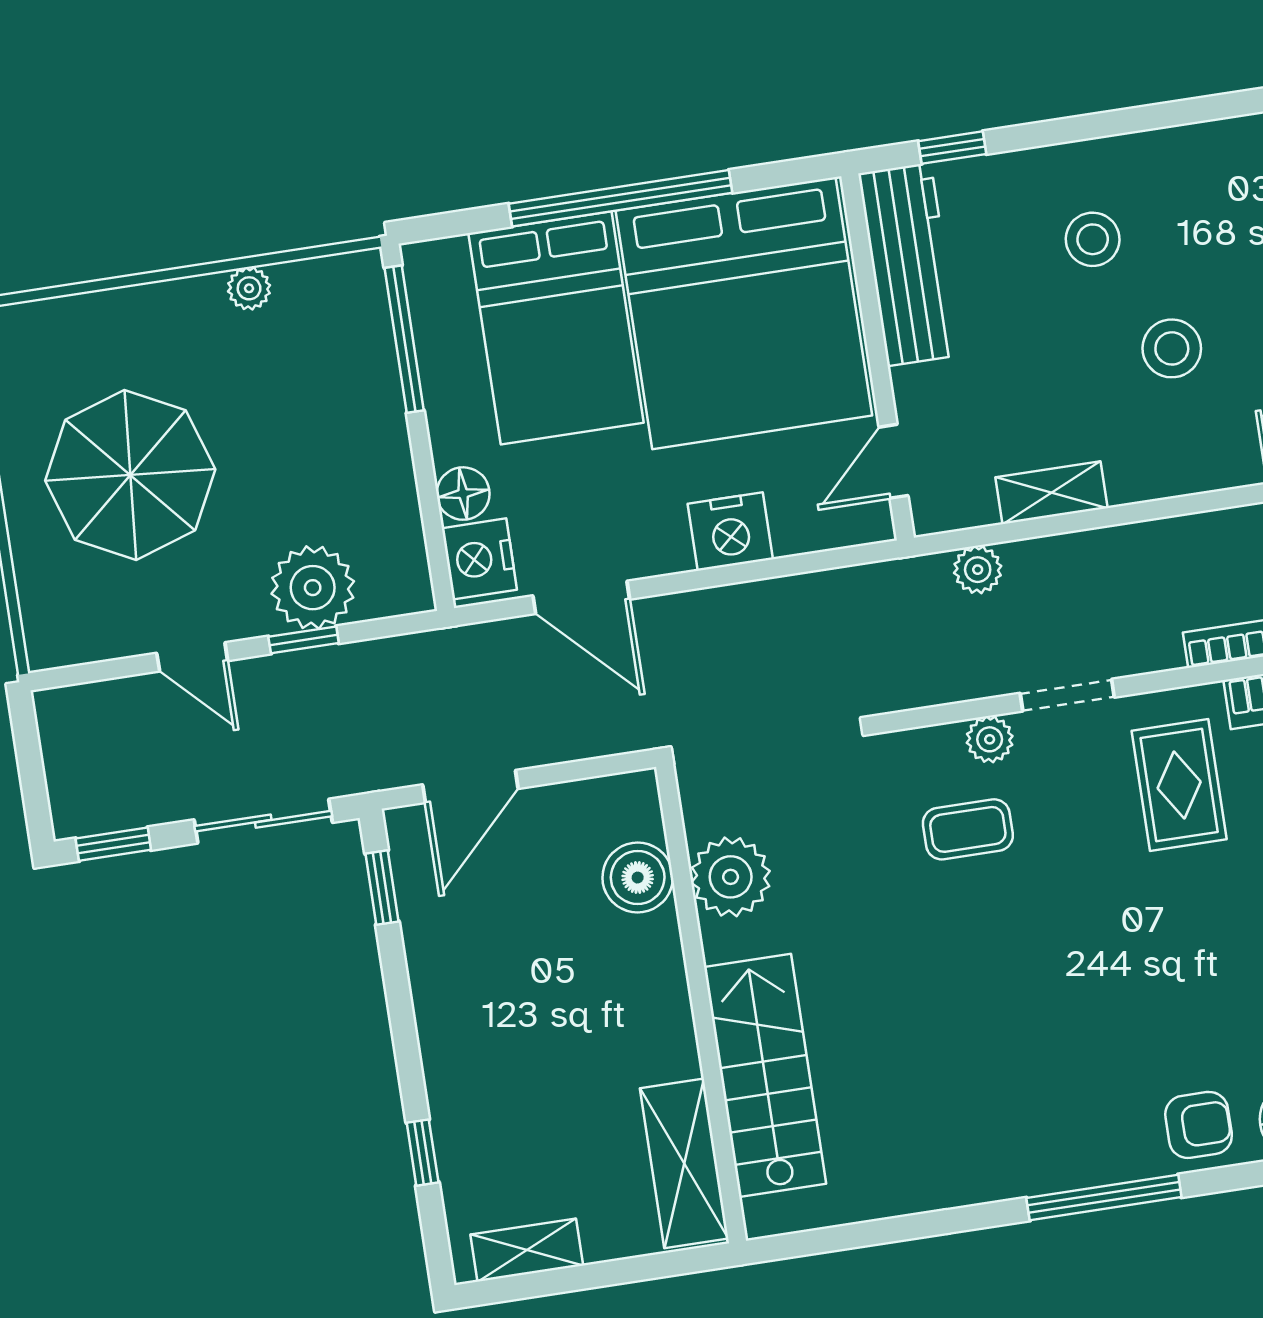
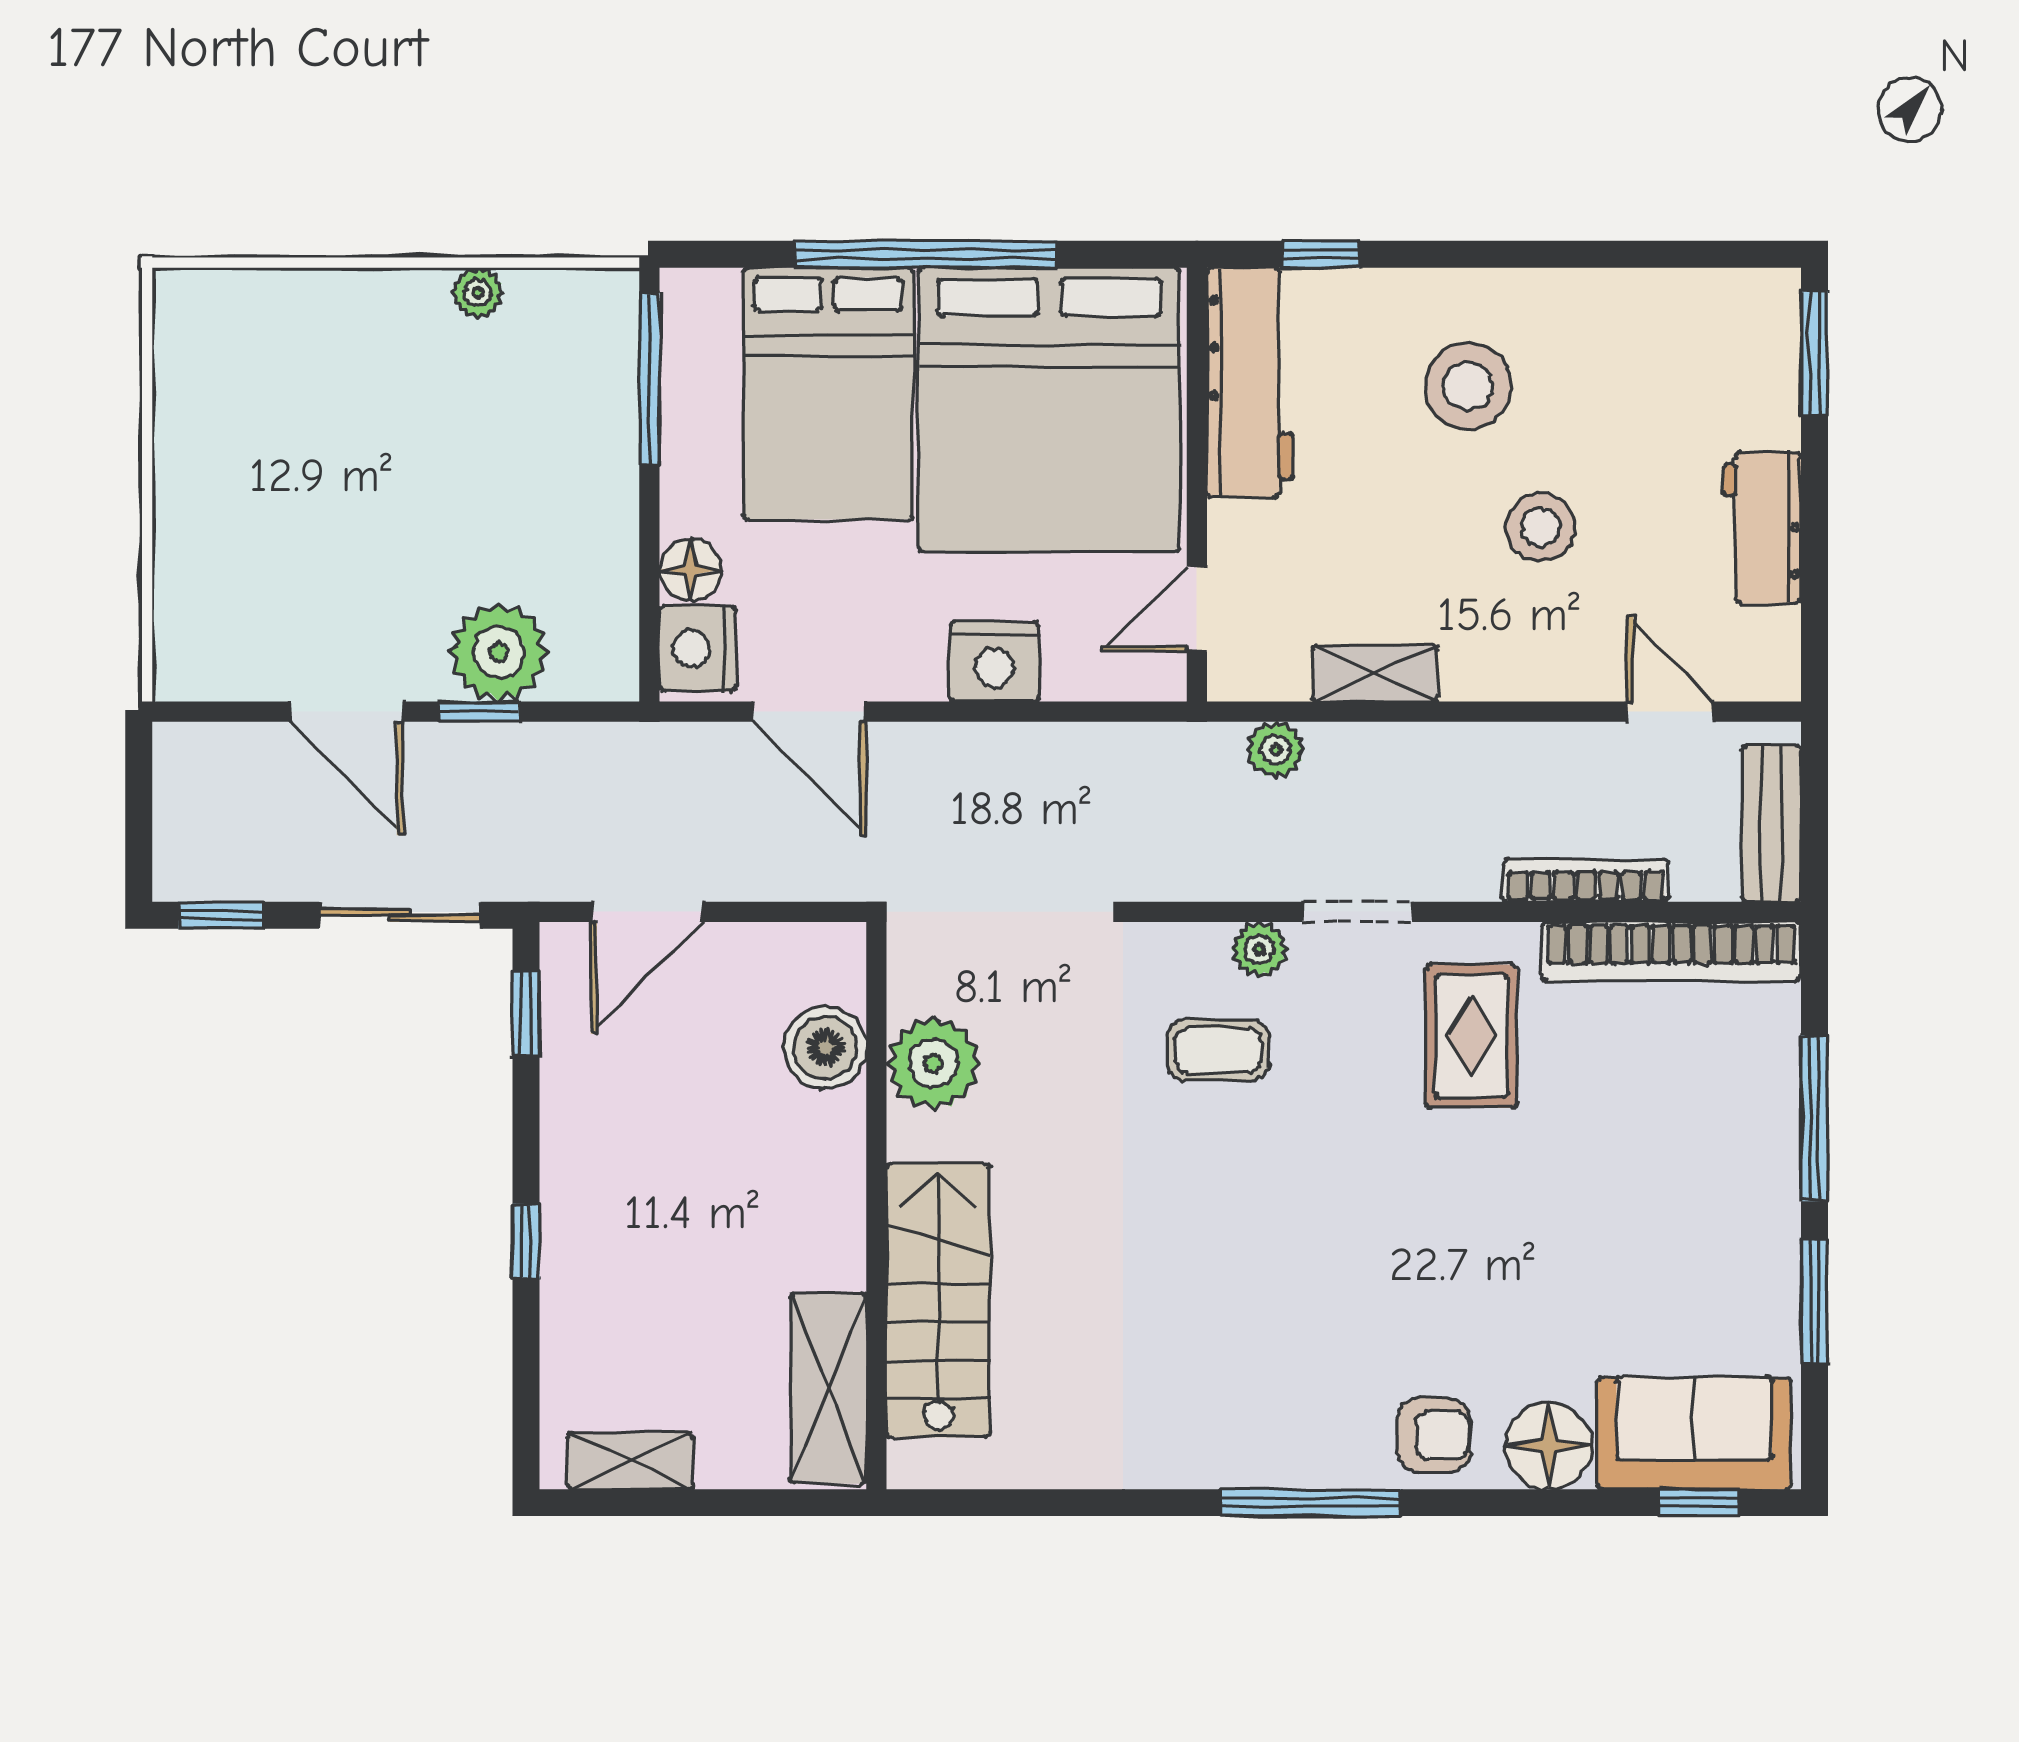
stool: (1093, 239) -> (1468, 386), width x1.38, depth x1.38
parasol: (130, 475) -> (307, 489), removed
door: (192, 657) -> (346, 712), width x1.38
window: (423, 1153) -> (526, 1241), moved

